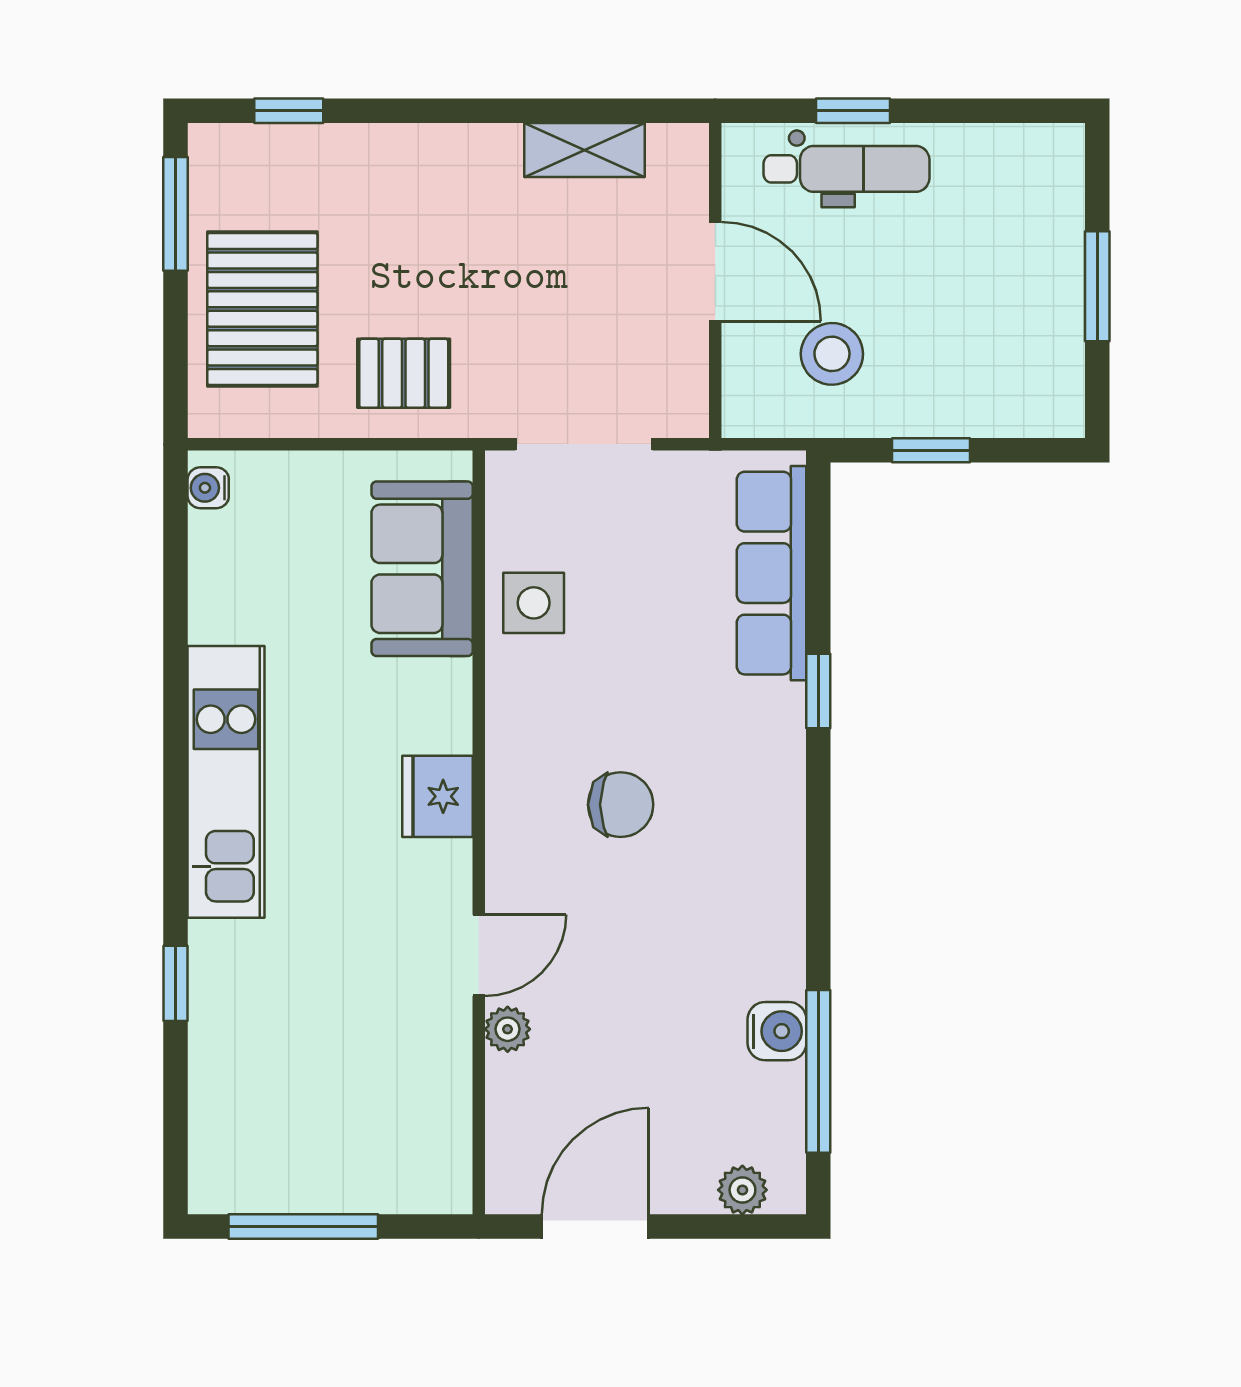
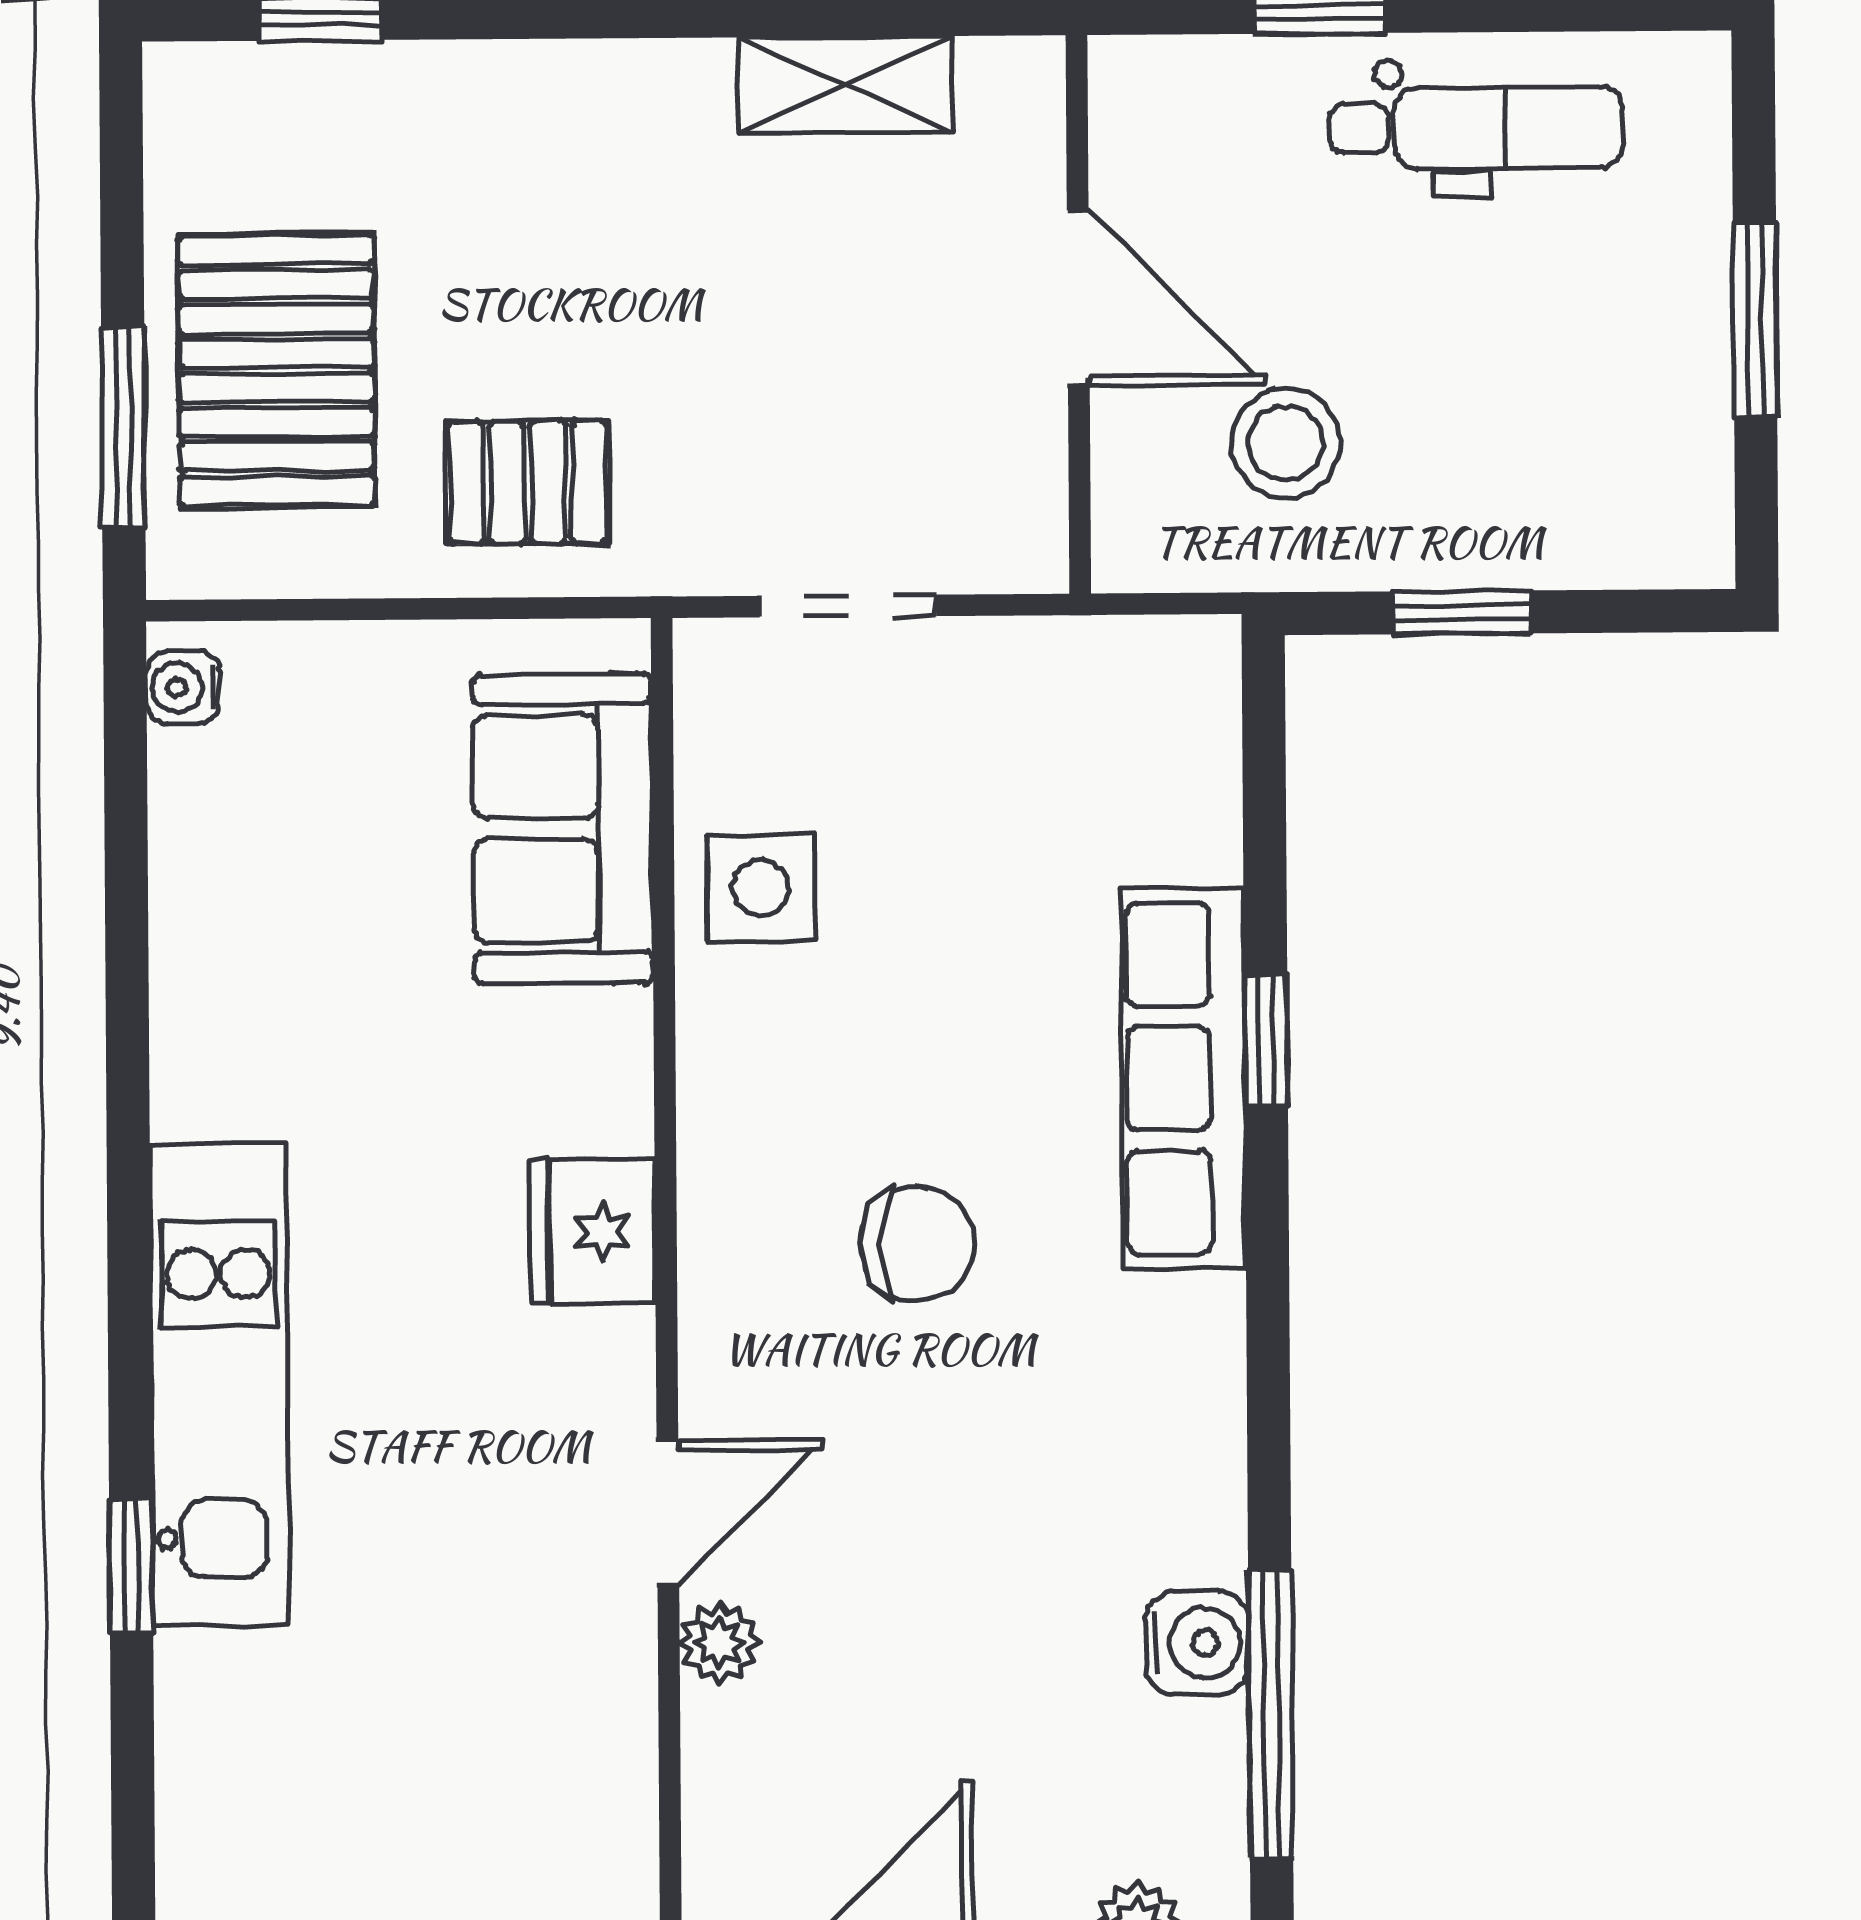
dental chair: (846, 169) -> (1476, 128), moved
window: (176, 214) -> (123, 428), moved
doorway: (584, 444) -> (848, 606), width x0.73
row of seats: (772, 573) -> (1183, 1078), moved
kitchen unit: (226, 782) -> (219, 1385), moved

